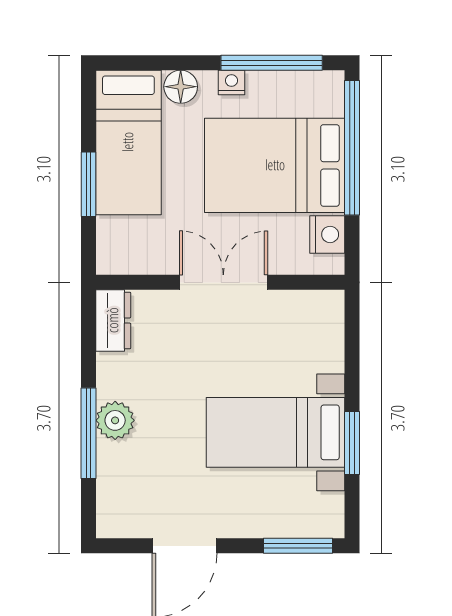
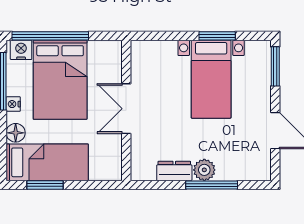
window: (88, 184) -> (45, 185), moved
nightstand: (327, 234) -> (21, 50), moved
dresser: (113, 320) -> (174, 171), moved

